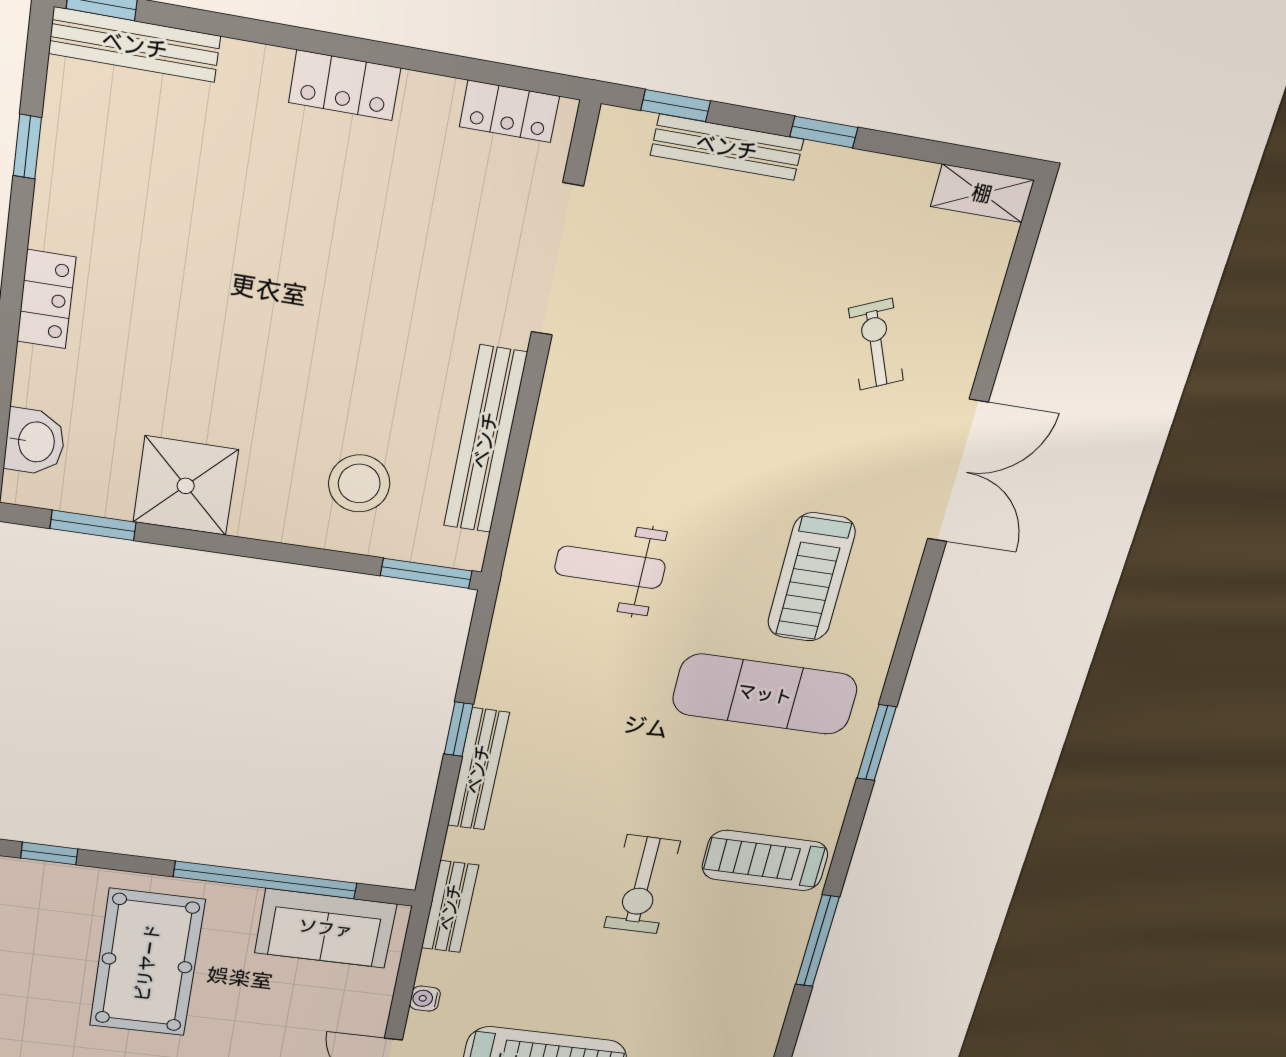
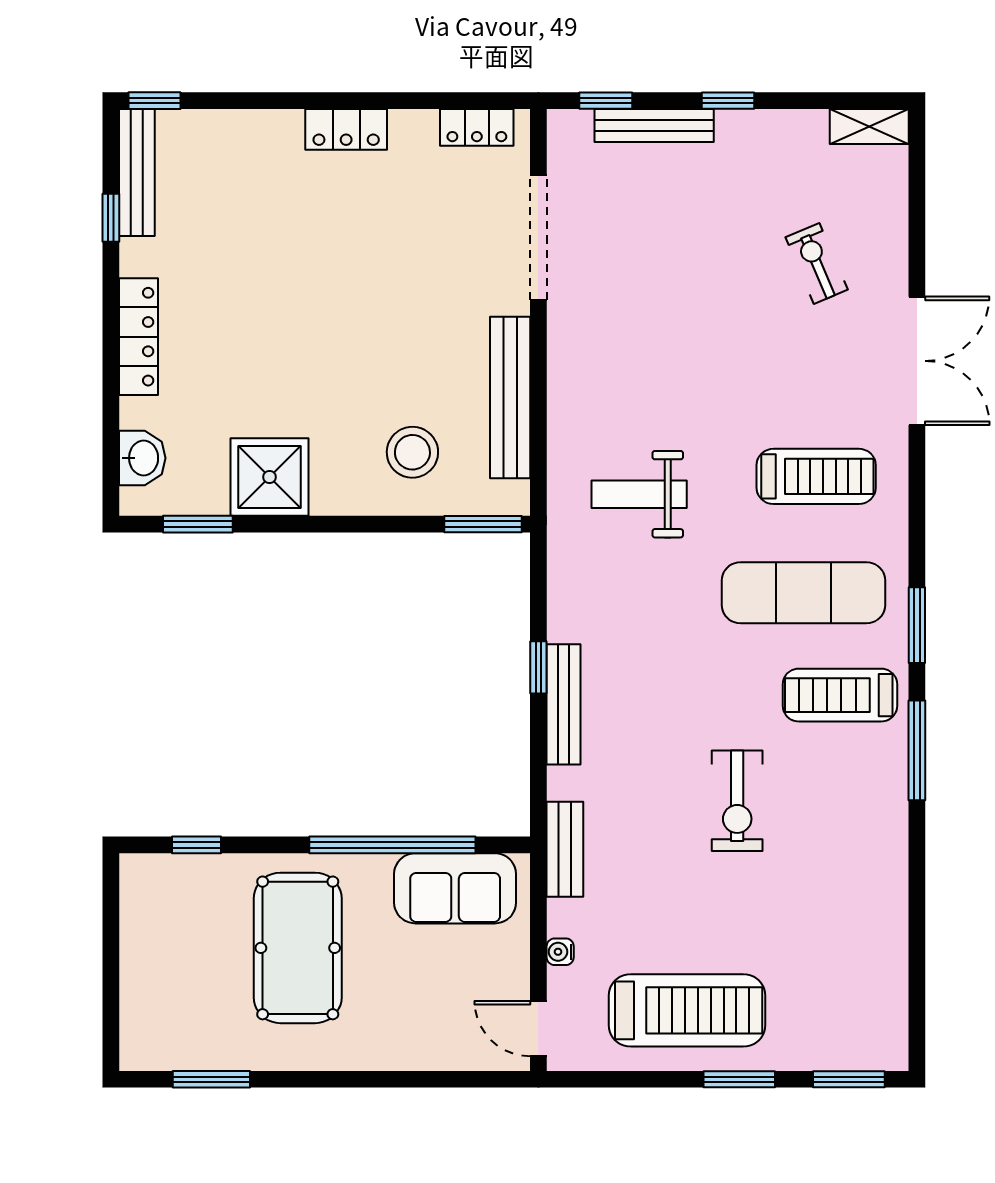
bench: (135, 45) -> (137, 172), moved, turned 90
locker: (46, 299) -> (138, 337), width x1.53
treadmill: (811, 577) -> (816, 476), turned -90
treadmill: (765, 861) -> (840, 695), moved
window: (817, 941) -> (917, 750), moved

